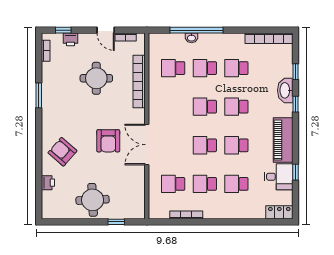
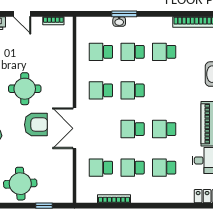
door: (106, 30) -> (22, 14), moved
window: (197, 30) -> (124, 14), width x0.47
round table: (96, 78) -> (25, 89), moved
bookcase: (139, 81) -> (67, 65), removed
school desk: (236, 107) -> (101, 90), moved
armchair: (108, 141) -> (36, 125), turned -90

